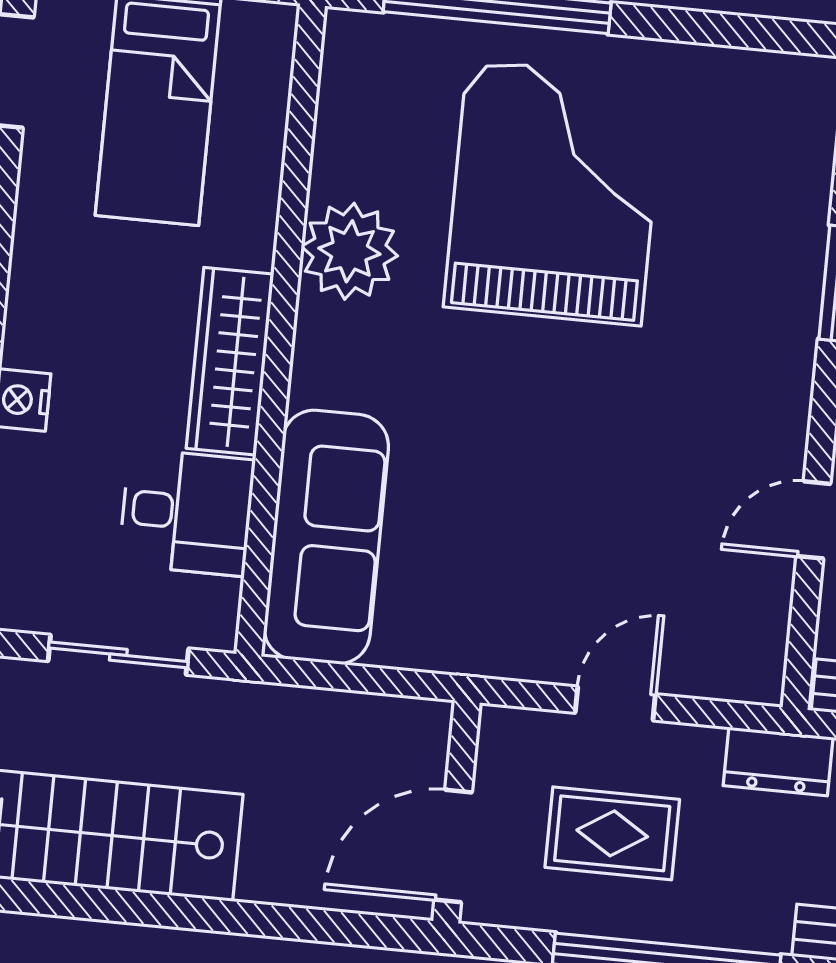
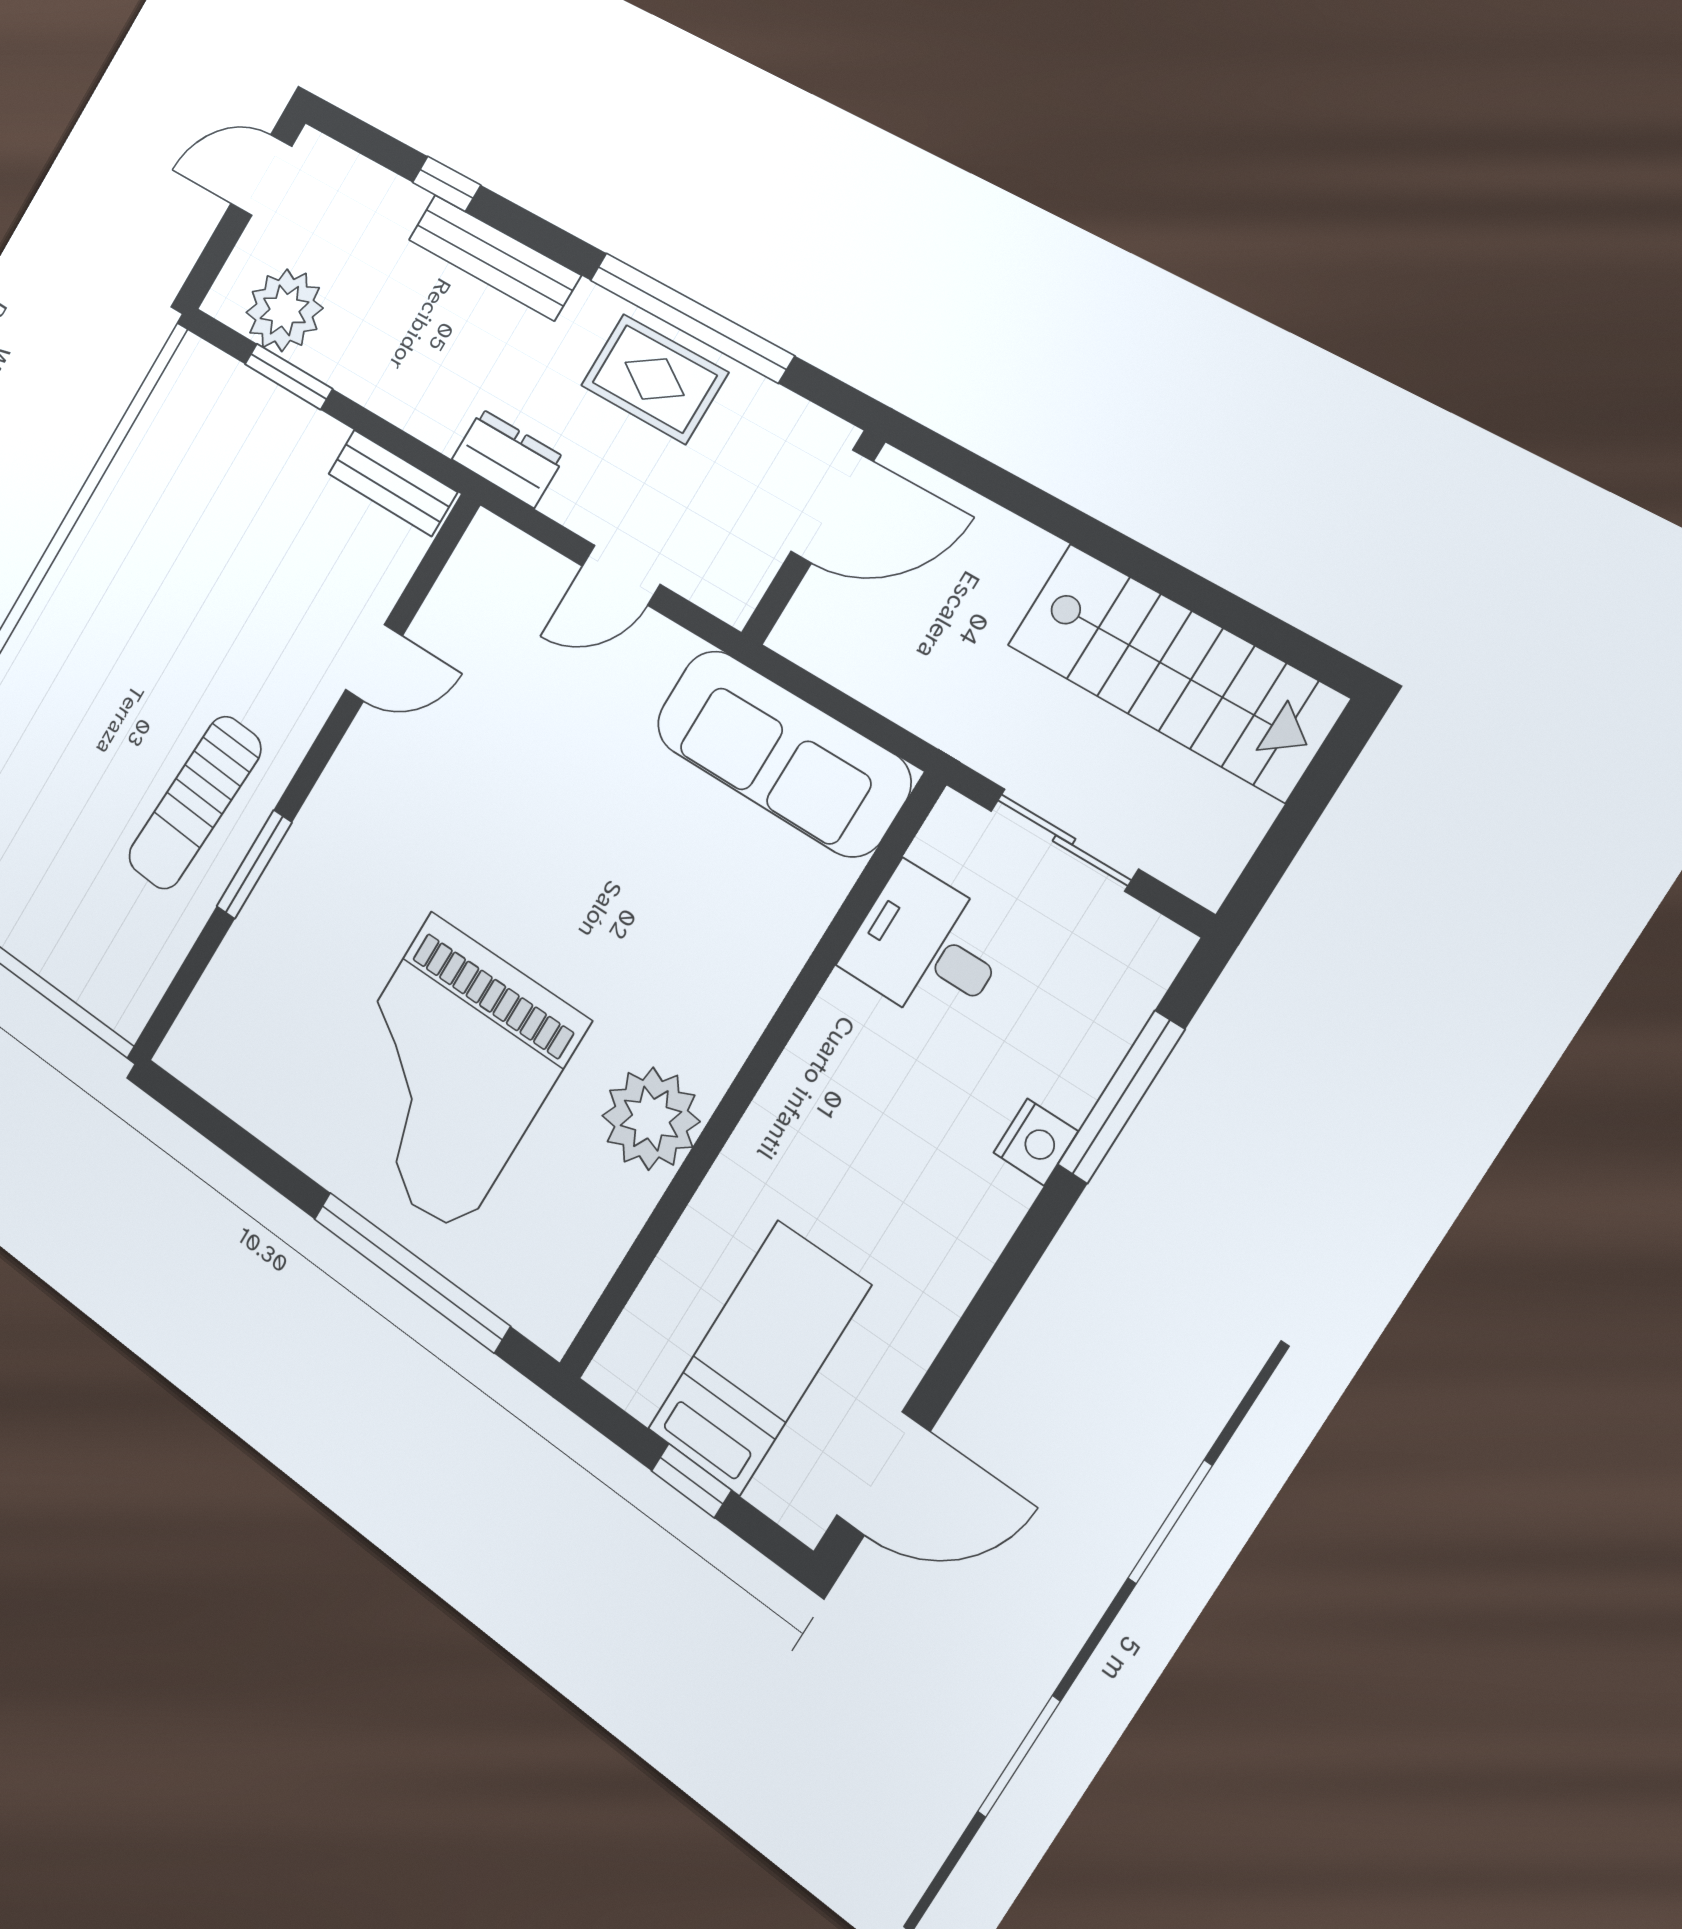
wardrobe: (230, 361) -> (813, 1073), removed
sofa: (326, 537) -> (782, 753), moved, turned -90
rug: (612, 833) -> (654, 379), moved

